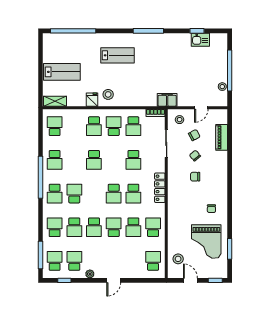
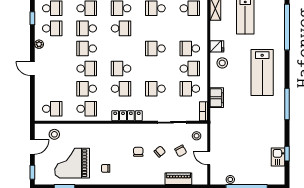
lab bench: (117, 55) -> (262, 72), width x1.36, depth x1.39
filing cabinet: (167, 100) -> (217, 98), moved
school desk: (133, 194) -> (121, 89), turned 180

